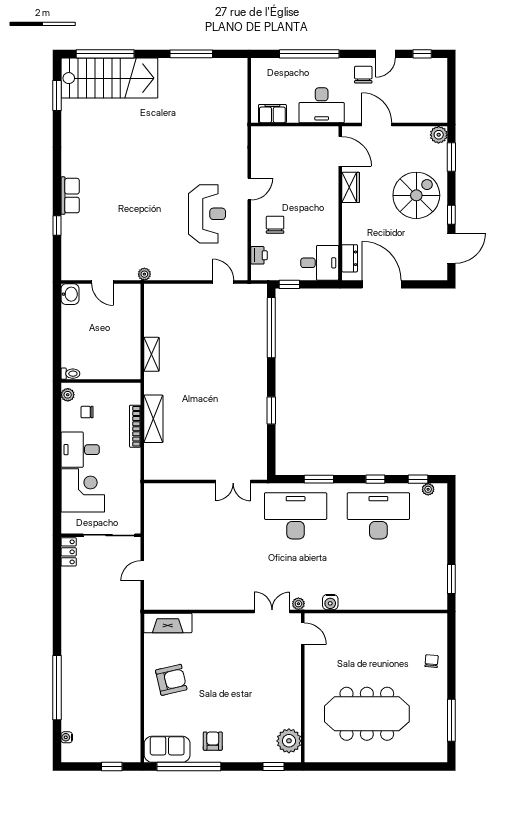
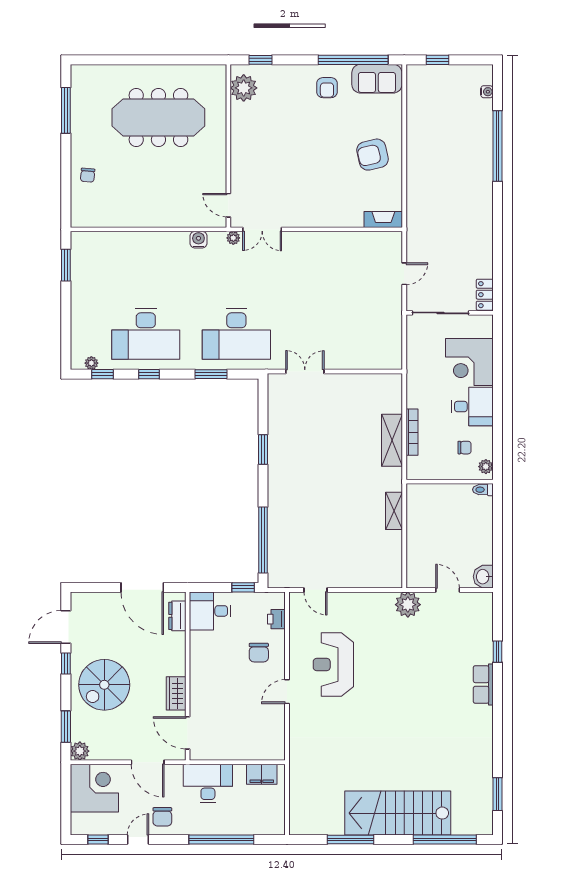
stairs: (109, 78) -> (398, 813), moved
corner desk: (425, 101) -> (94, 788), added
plant: (144, 274) -> (408, 605), width x1.87, depth x1.87
fireplace: (168, 623) -> (383, 219), width x0.73, depth x0.76

